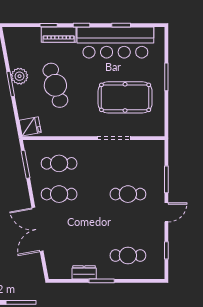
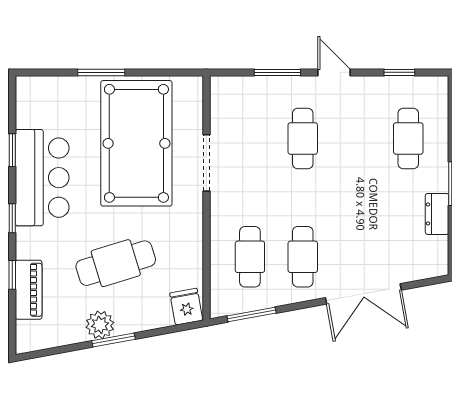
piano: (59, 35) -> (29, 290), moved
bar counter: (115, 42) -> (42, 178), width x0.73
pool table: (125, 97) -> (136, 143), width x1.36, depth x1.32

